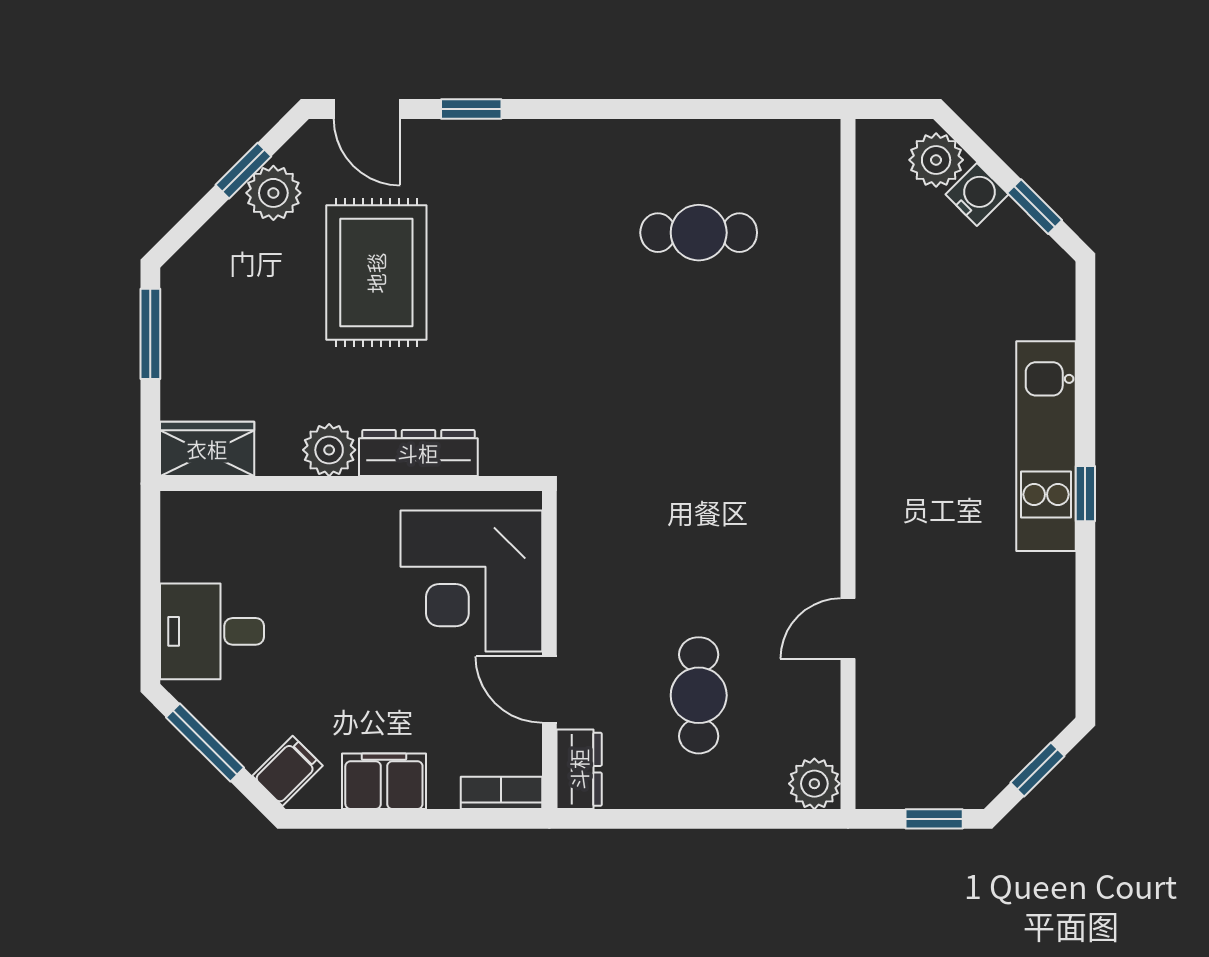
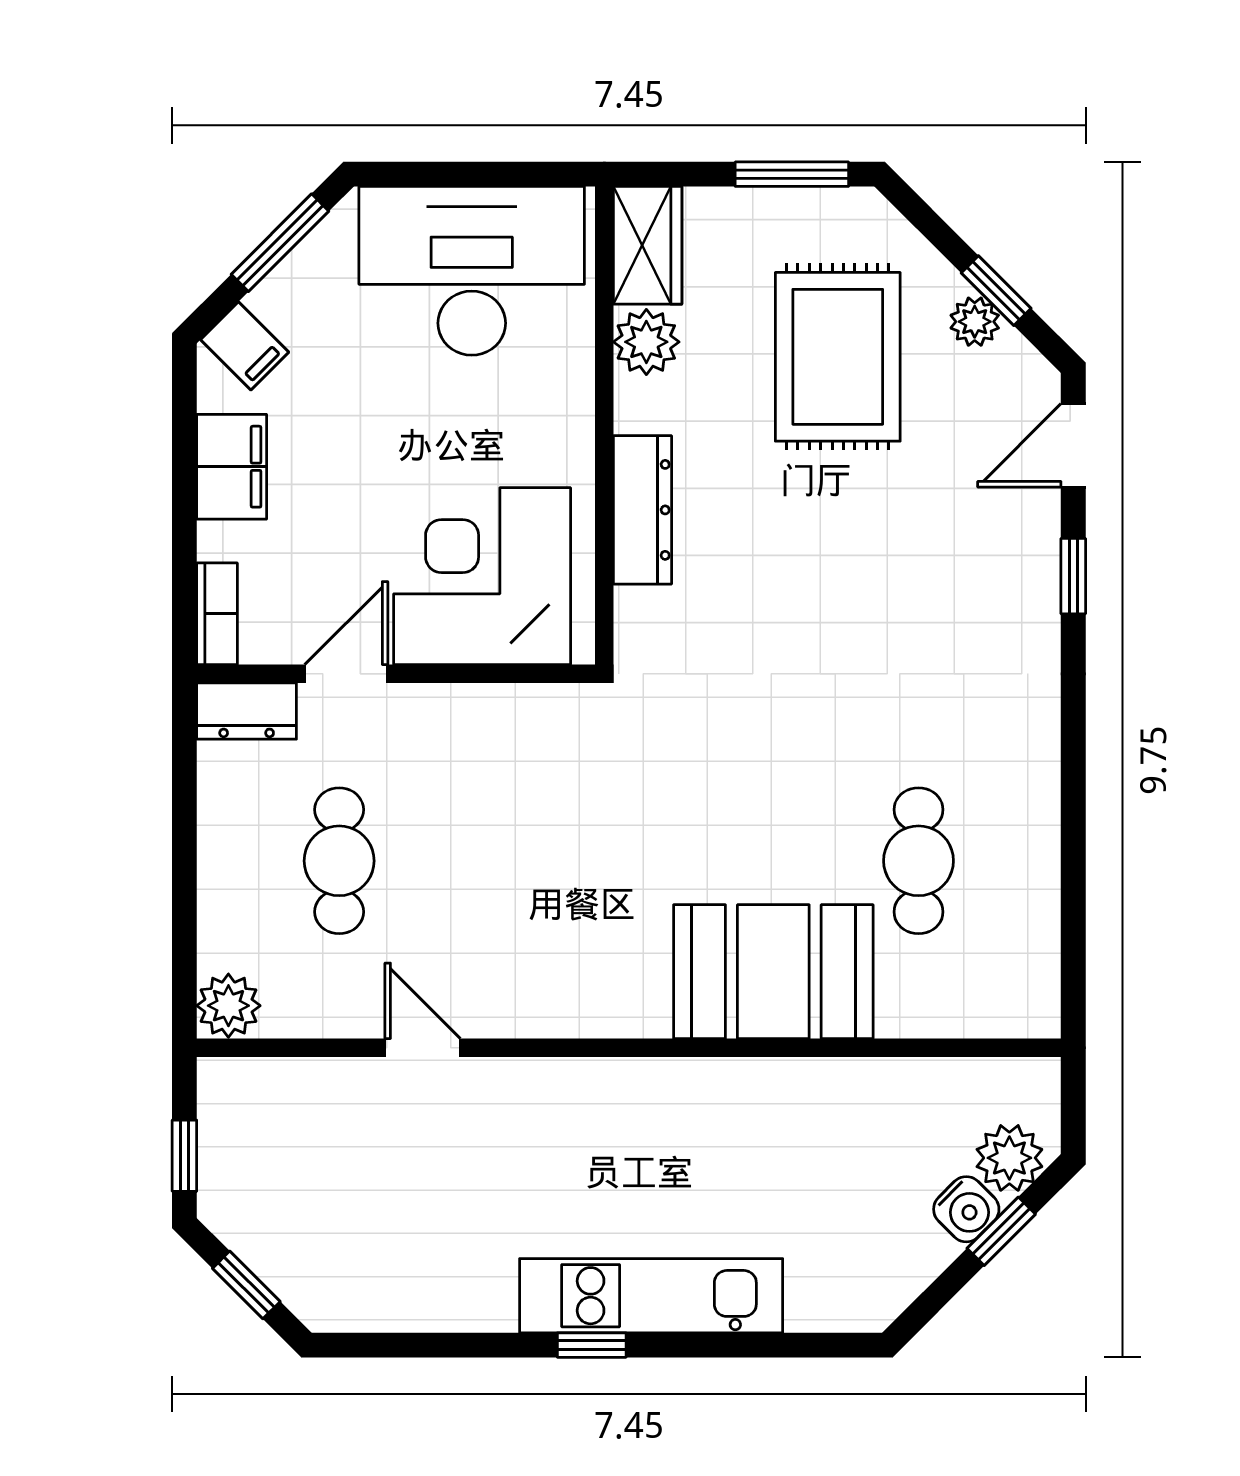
plant: (273, 193) -> (975, 322), width x0.73, depth x0.73
window: (1035, 207) -> (1001, 1231), moved
rug: (376, 273) -> (838, 357), moved, turned 90
booth: (787, 349) -> (773, 972), added
plant: (329, 450) -> (646, 342), moved
desk: (212, 631) -> (472, 271), width x1.87, depth x1.30
cafe table: (699, 695) -> (339, 861), turned 90

